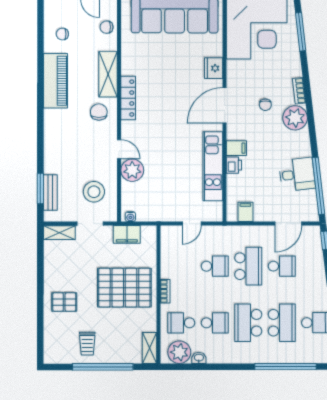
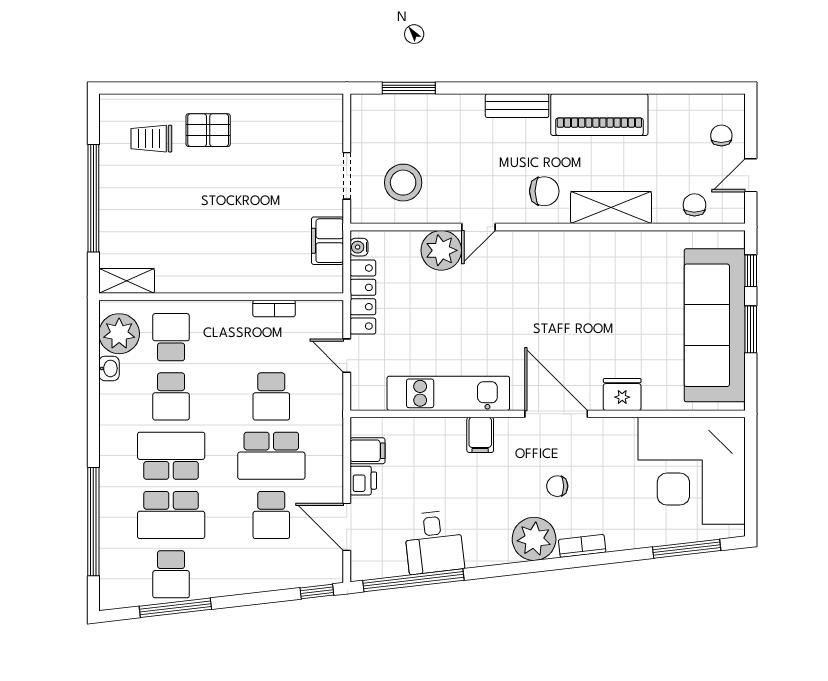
chair: (62, 34) -> (721, 136), moved
locker: (128, 98) -> (363, 297), moved, turned -90
printer: (234, 165) -> (363, 481), moved, turned -90
bench: (50, 192) -> (517, 106), moved
shelving: (59, 233) -> (331, 121), removed
pallet: (124, 288) -> (233, 237), removed
bookcase: (165, 291) -> (274, 308), moved
pallet: (64, 302) -> (208, 130), turned 90
trolley: (87, 344) -> (151, 139), moved

